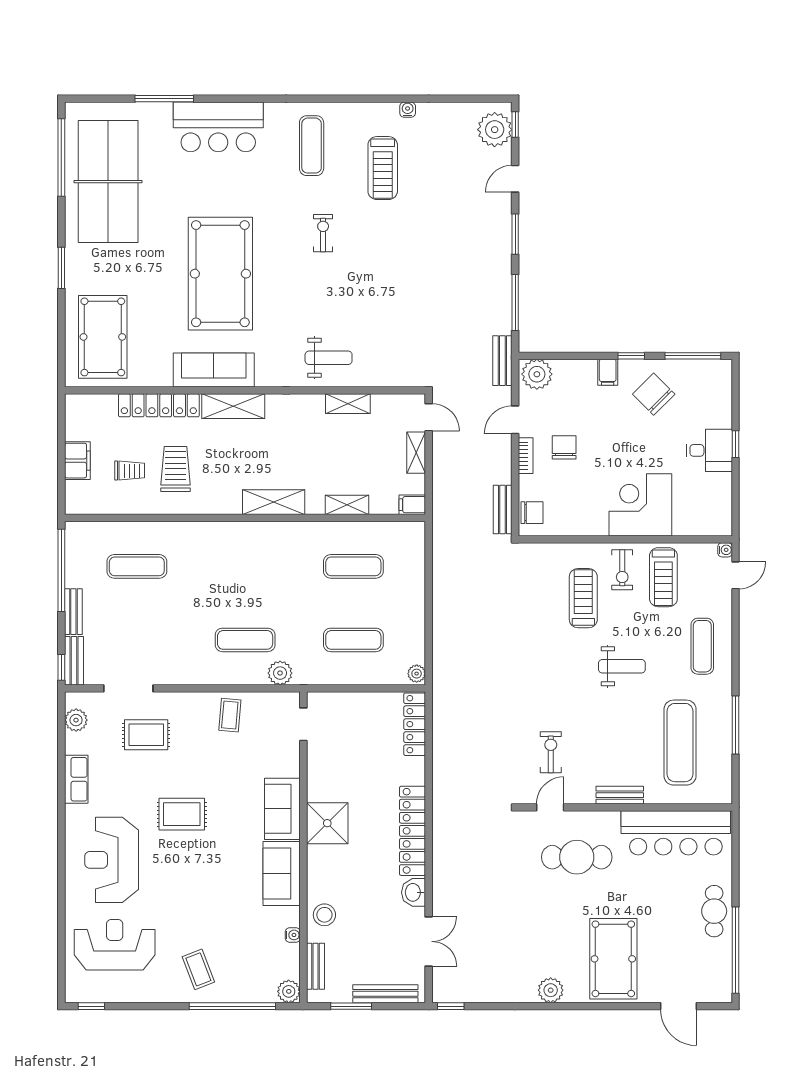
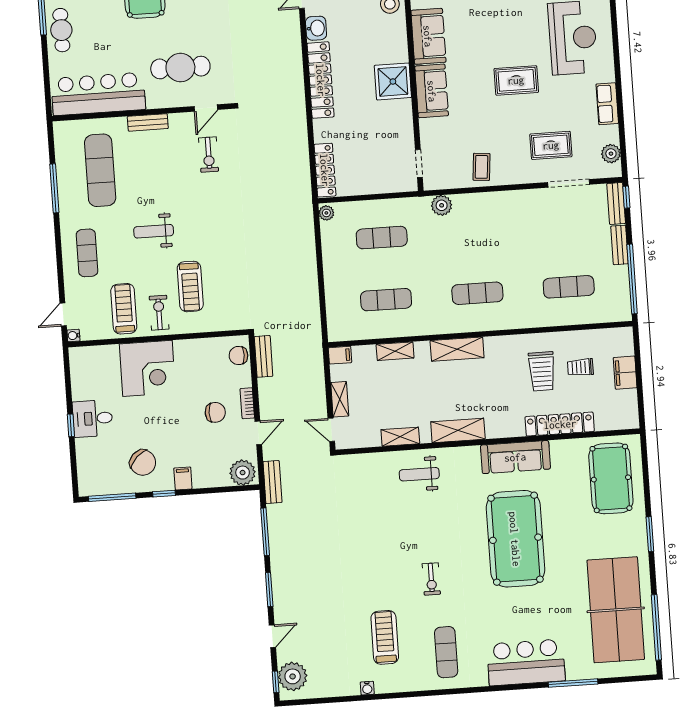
shelving: (233, 406) -> (458, 430), moved
chair: (564, 447) -> (215, 412), turned -90
exercise mat: (245, 640) -> (477, 293), moved

